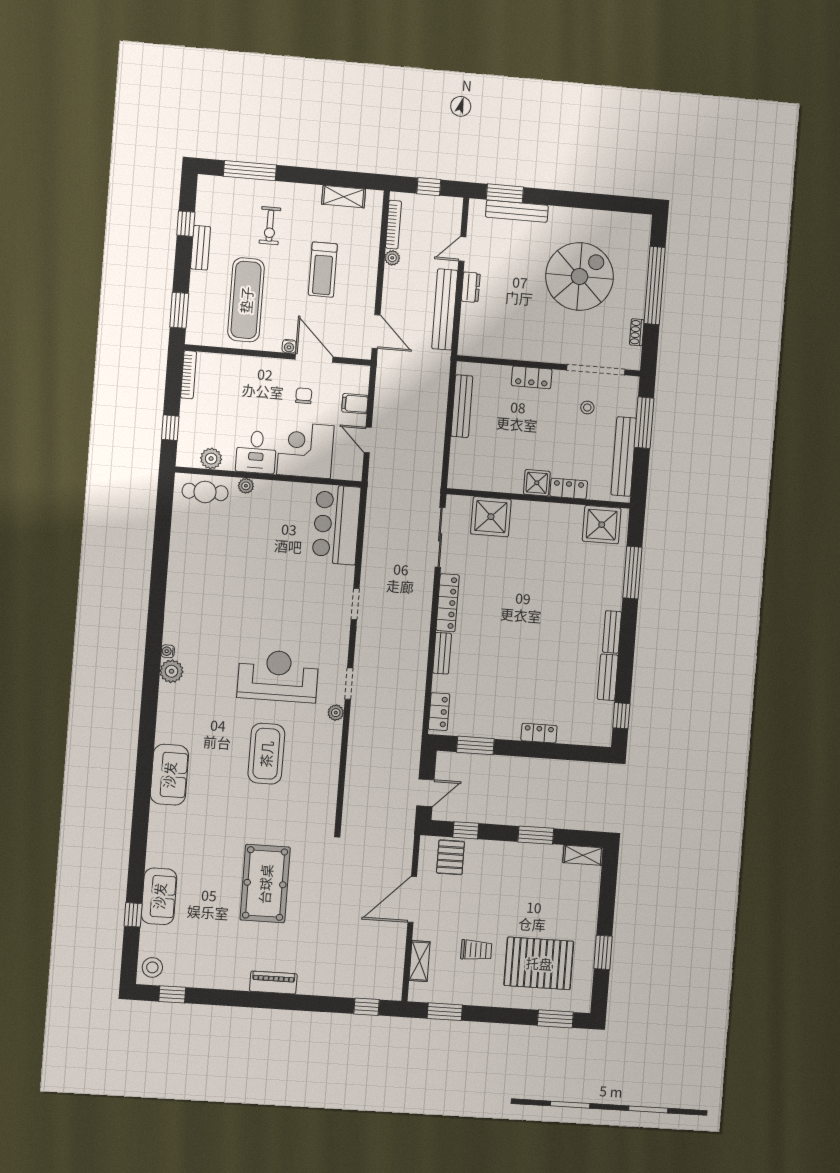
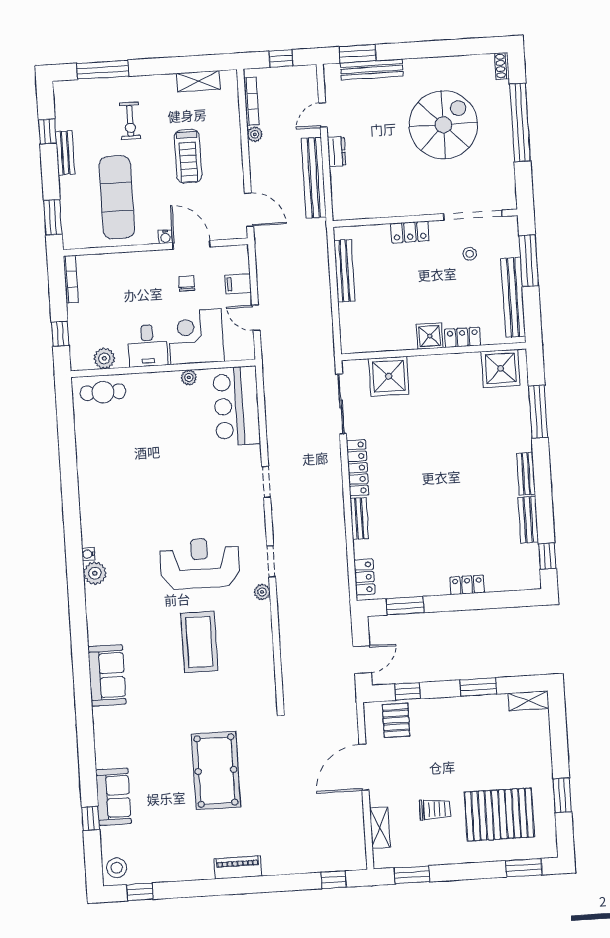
shoe rack: (637, 332) -> (502, 66), moved
plant: (246, 486) -> (189, 377), moved

